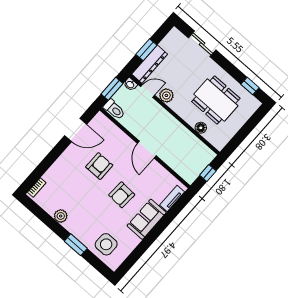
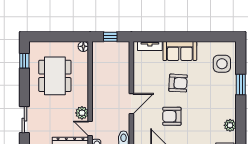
floor lamp: (201, 128) -> (83, 46), moved
door: (147, 150) -> (131, 104), moved
plant: (61, 216) -> (230, 125), moved

